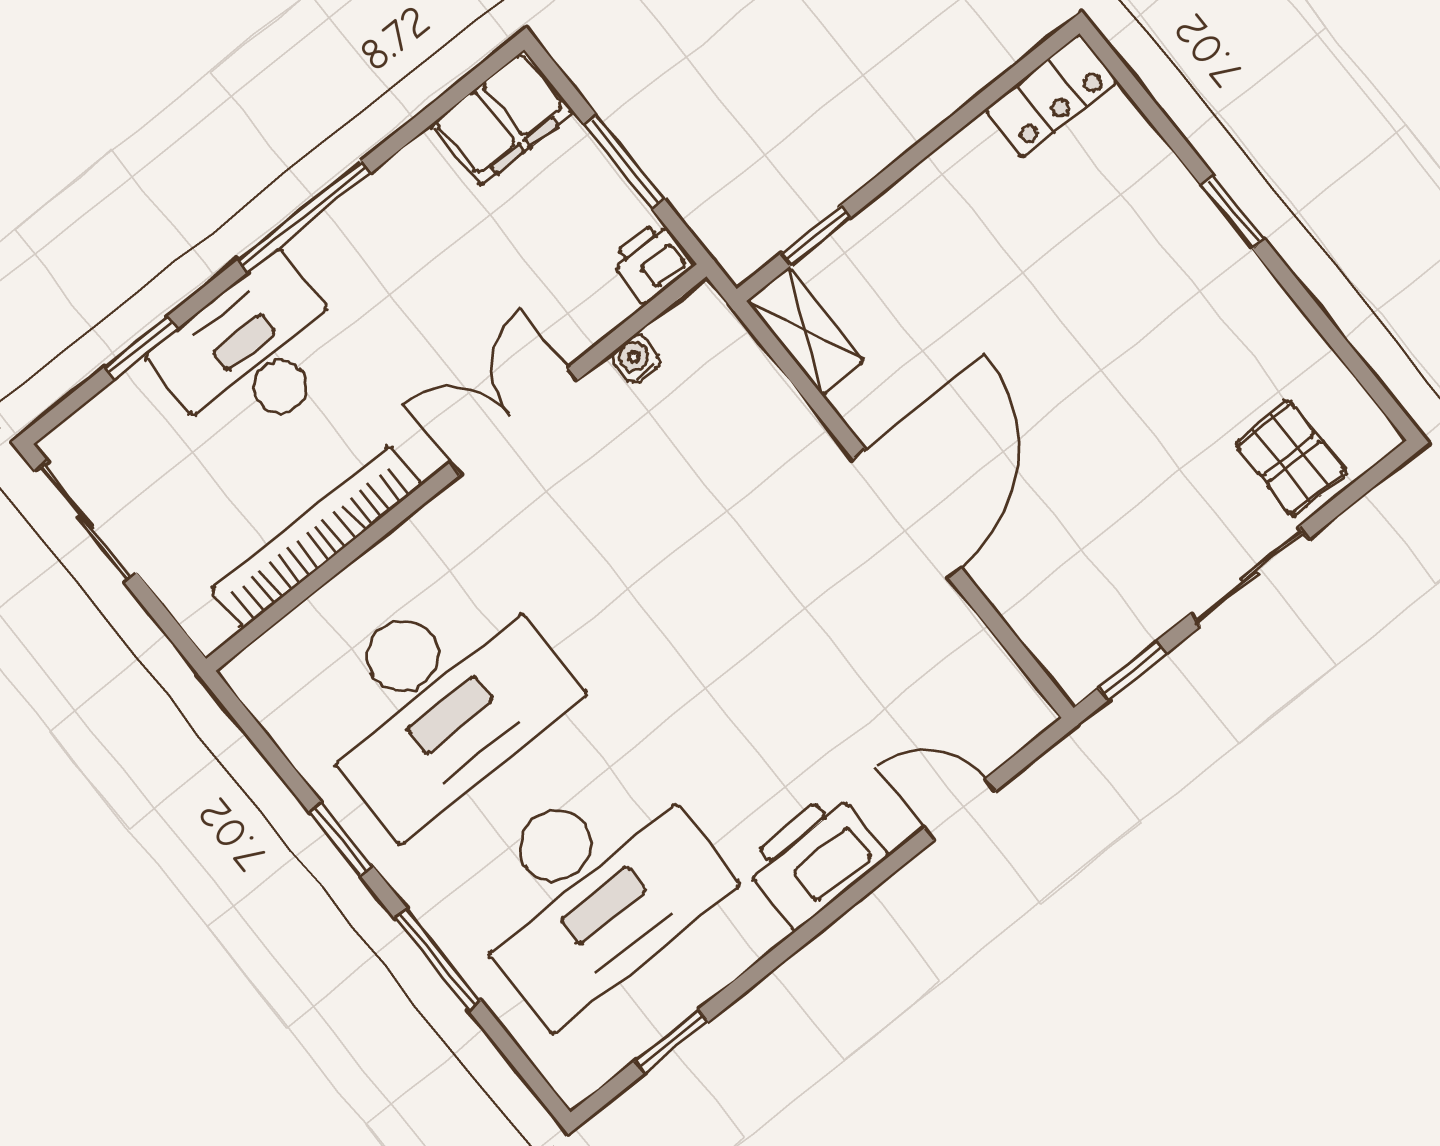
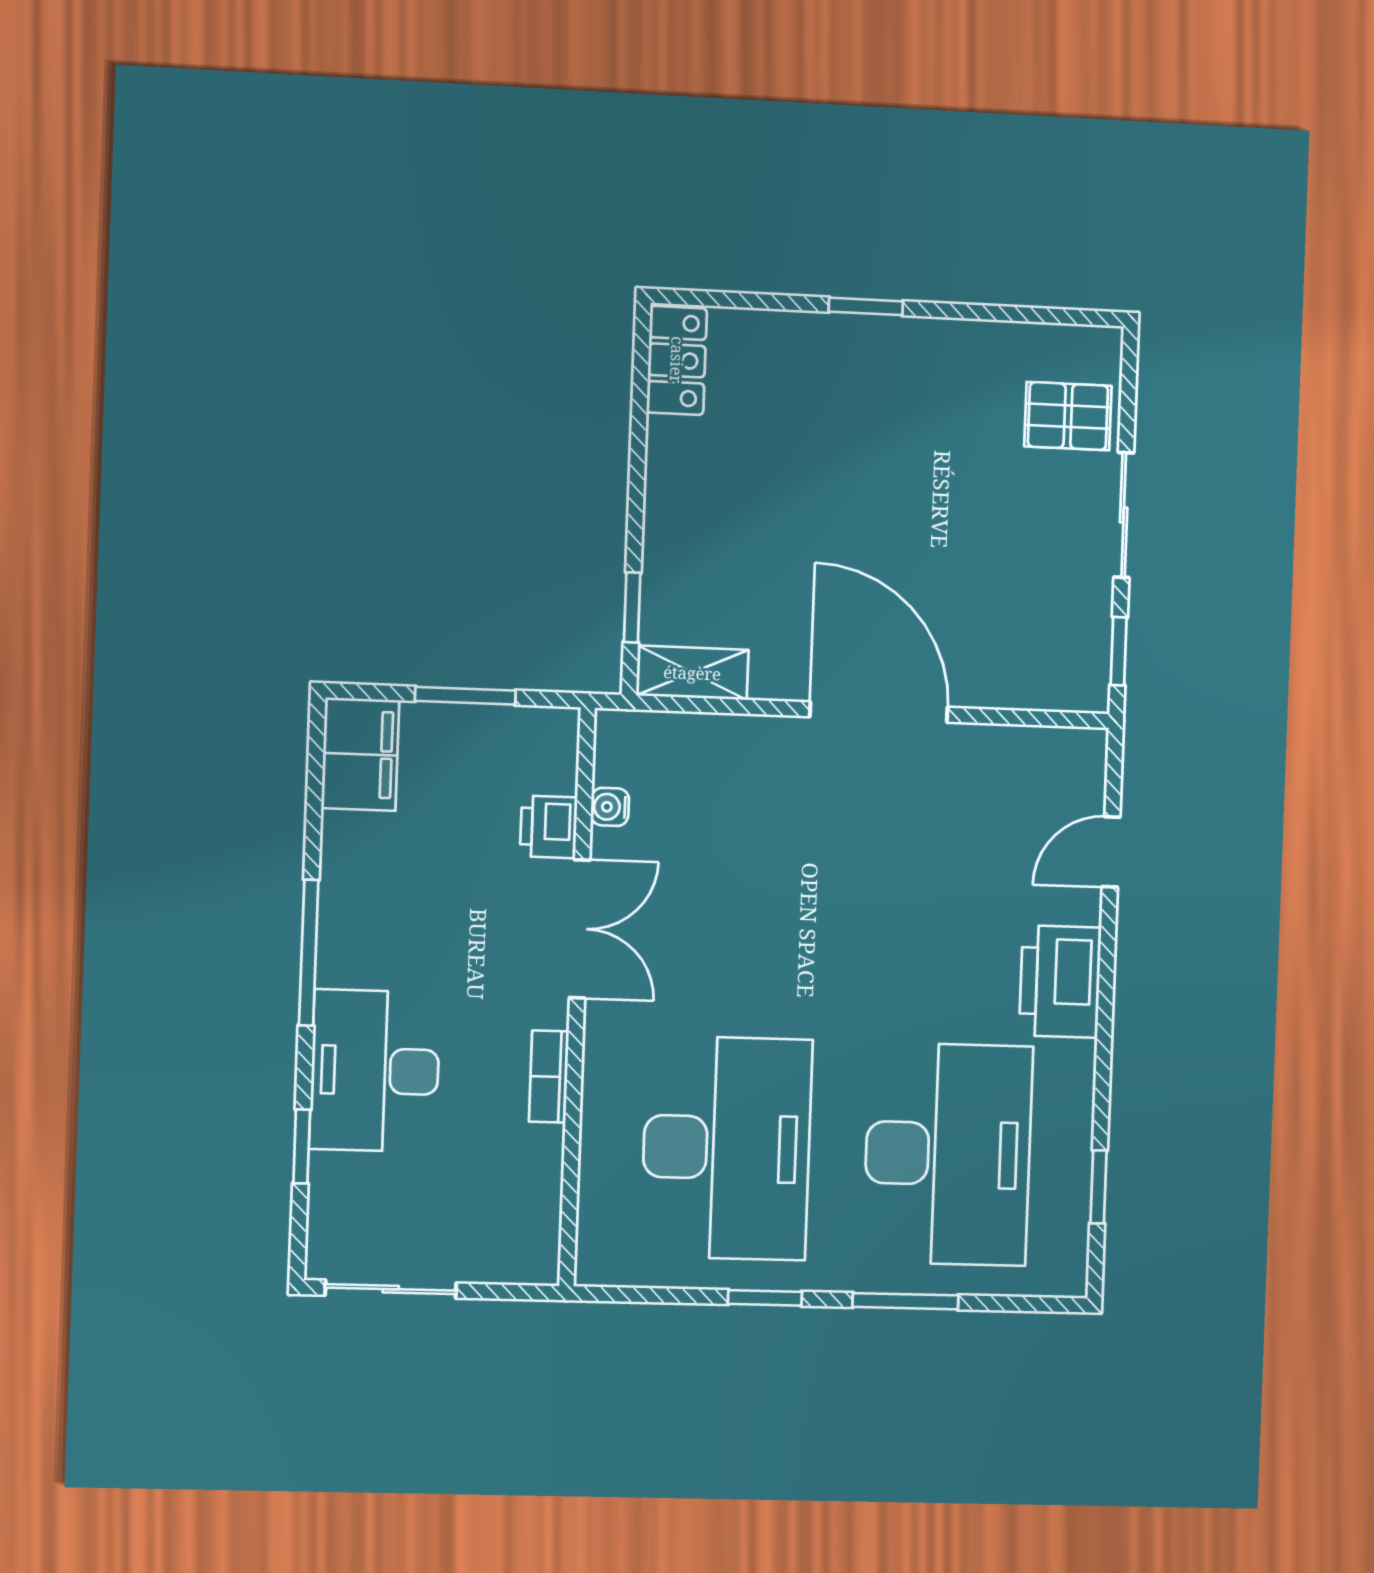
printer: (652, 262) -> (549, 827), moved
double door: (514, 421) -> (580, 929), swing flipped
bookcase: (316, 537) -> (549, 1077), width x0.43, depth x0.76

